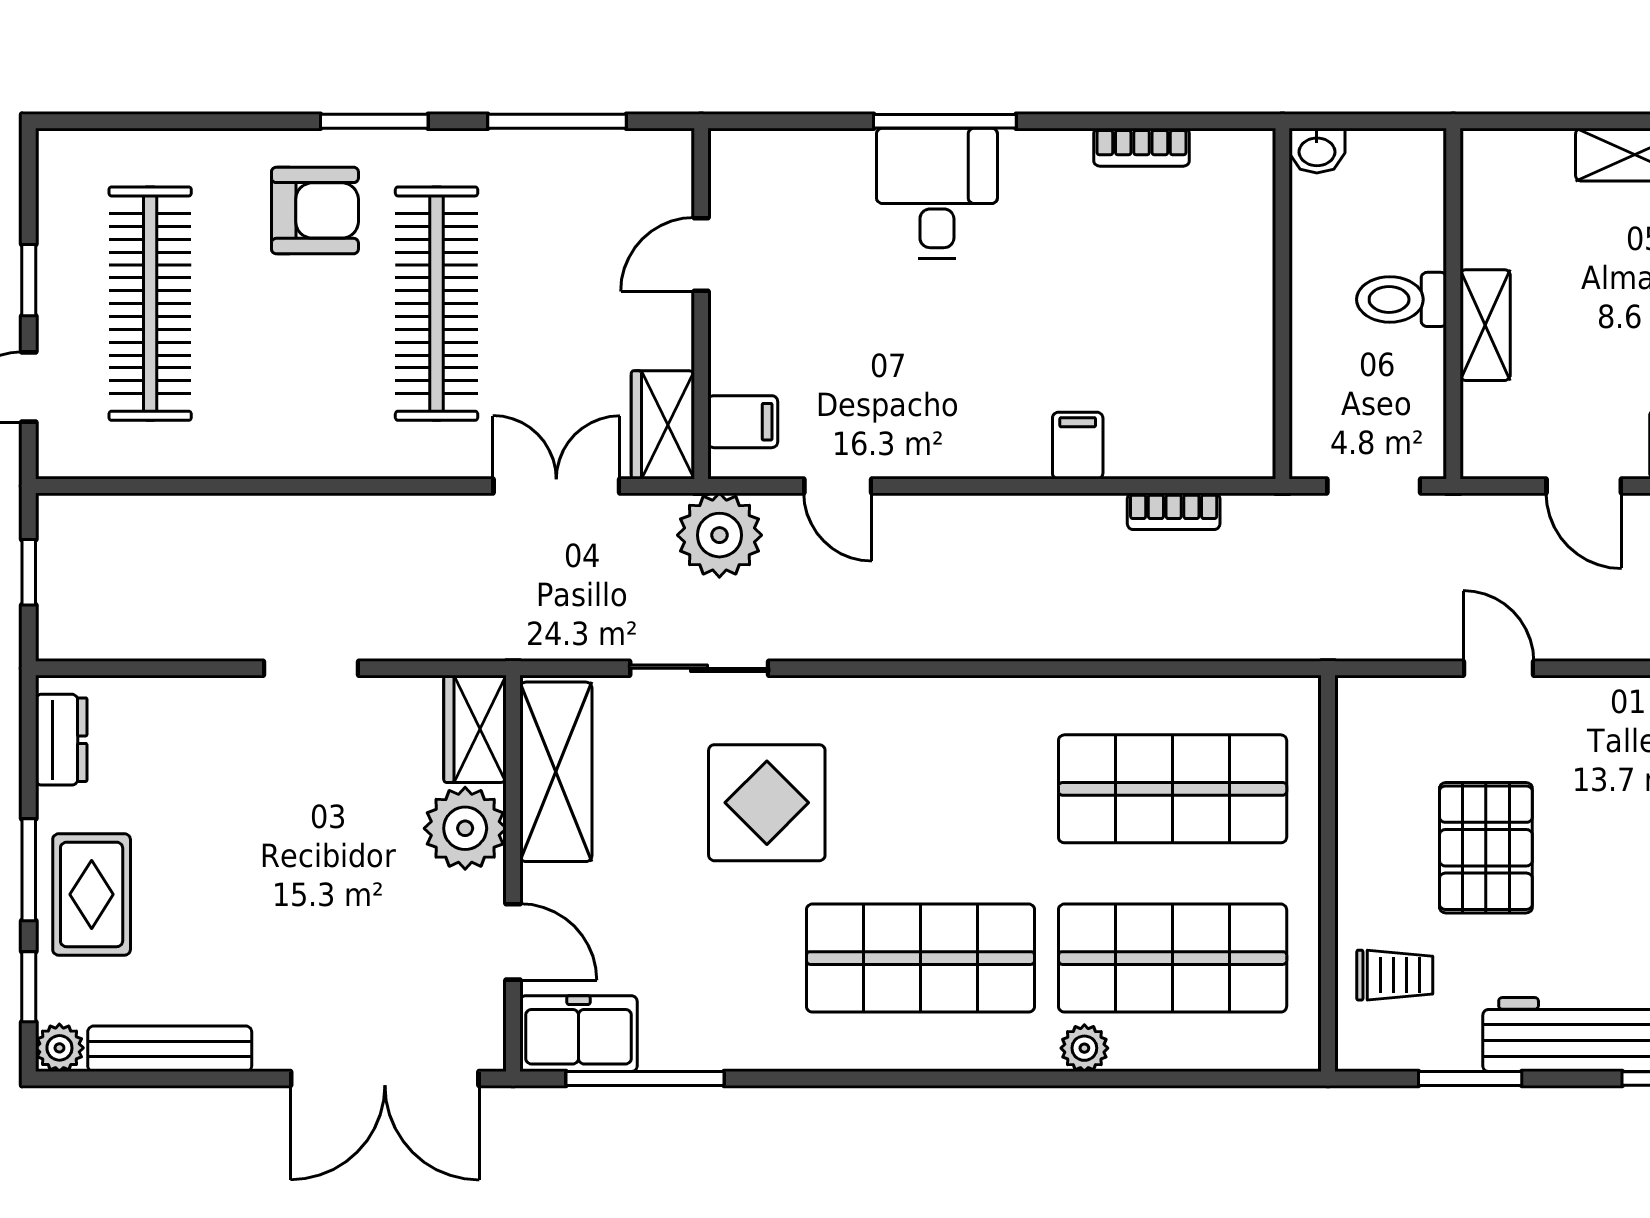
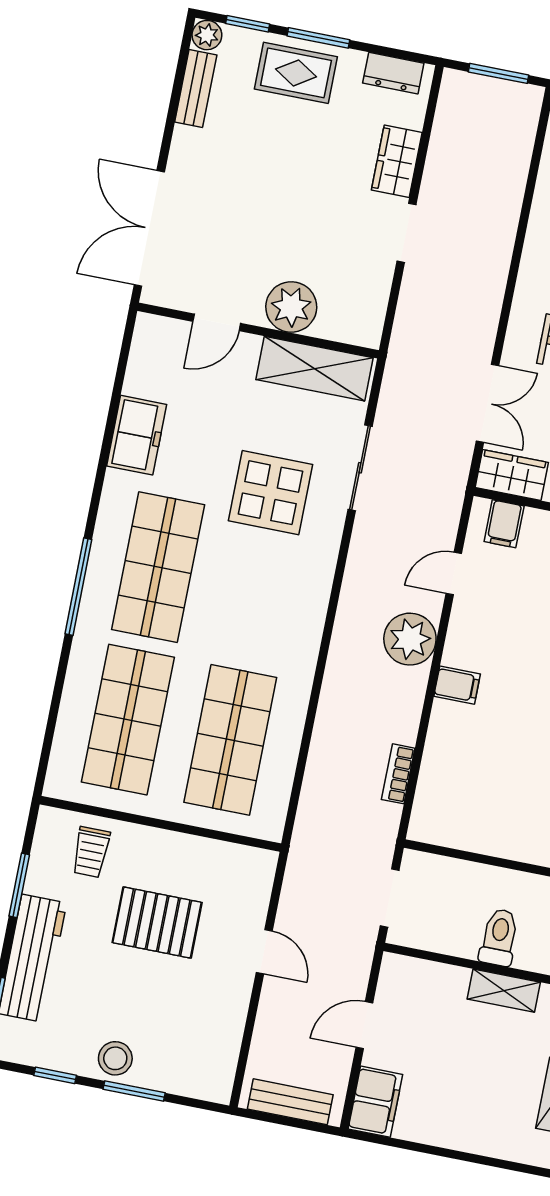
shelving: (1485, 325) -> (504, 991), moved
filing cabinet: (1078, 446) -> (457, 685), moved
plant: (719, 535) -> (410, 639), moved
window: (29, 572) -> (498, 73), width x1.50
door: (1499, 668) -> (264, 952), hinge flipped
wardrobe: (475, 729) -> (397, 161), moved, turned -90
freezer: (578, 1034) -> (137, 435), moved
plant: (1084, 1048) -> (84, 655), removed
bench: (170, 1049) -> (196, 89), width x0.73
window: (645, 1079) -> (78, 587), moved

